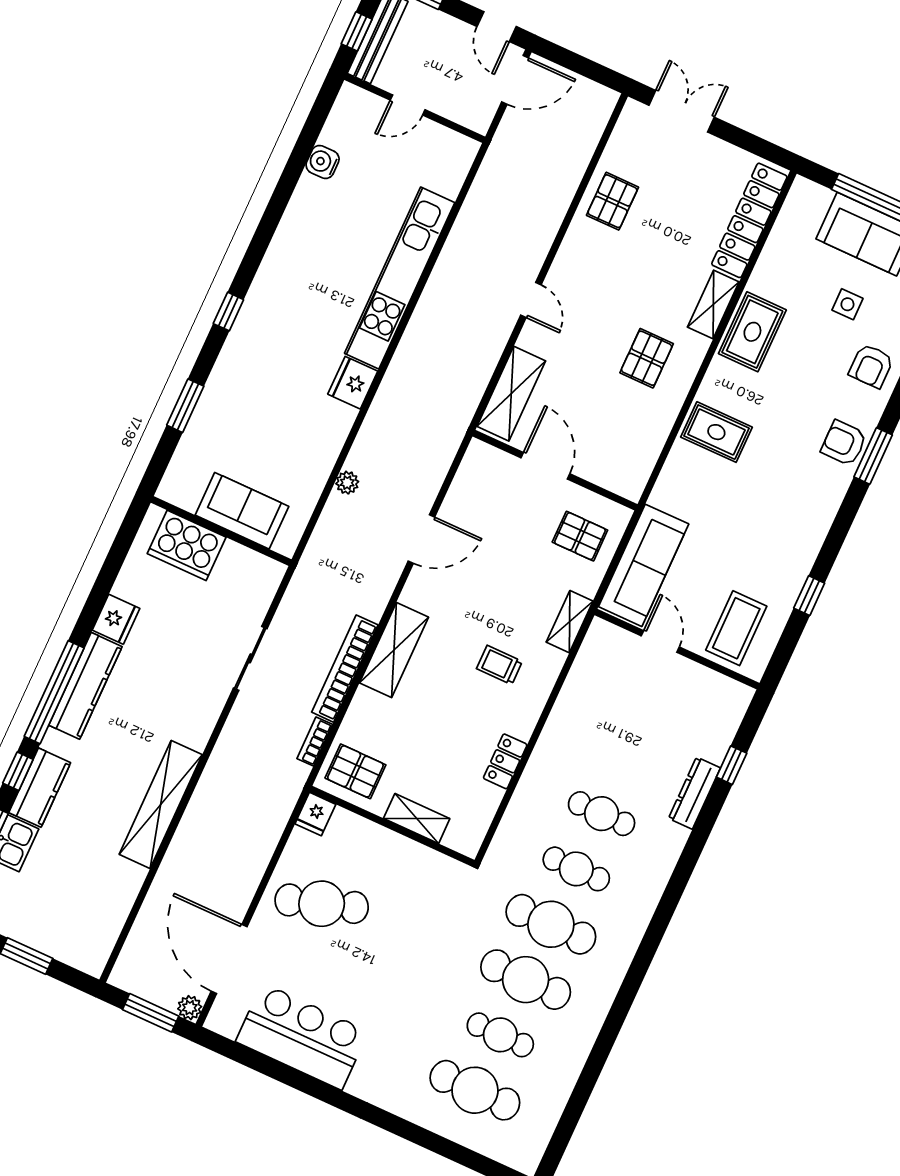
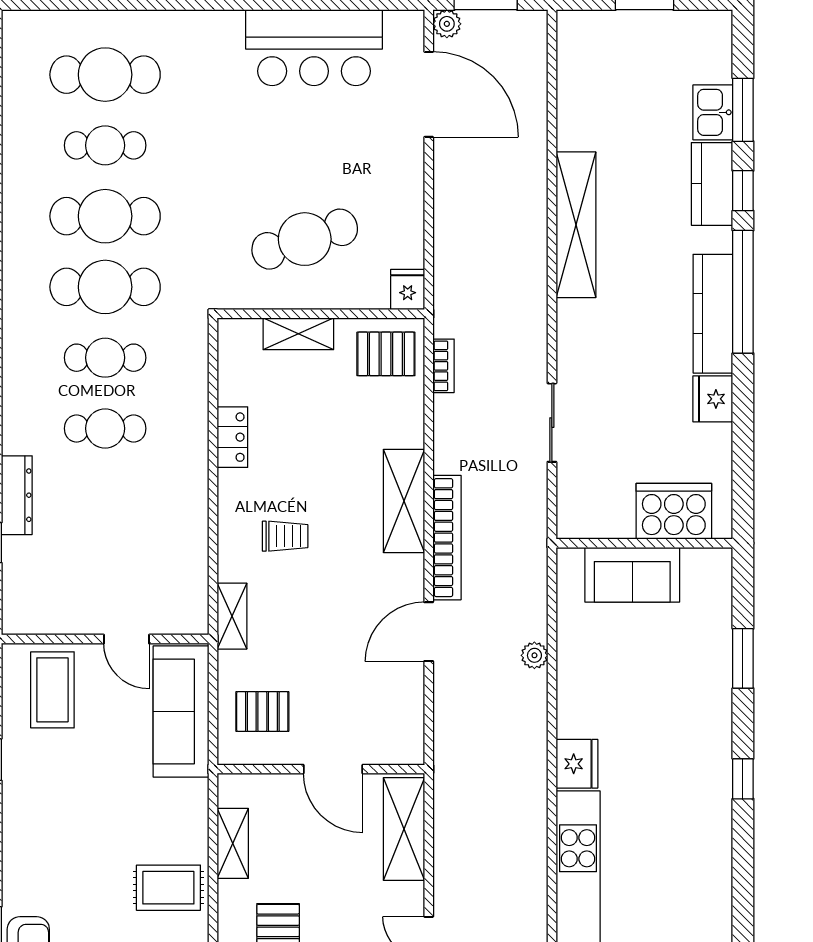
shelving: (650, 444) -> (233, 843), added
bookcase: (345, 669) -> (447, 538), moved
cafe table: (322, 904) -> (305, 239), moved

